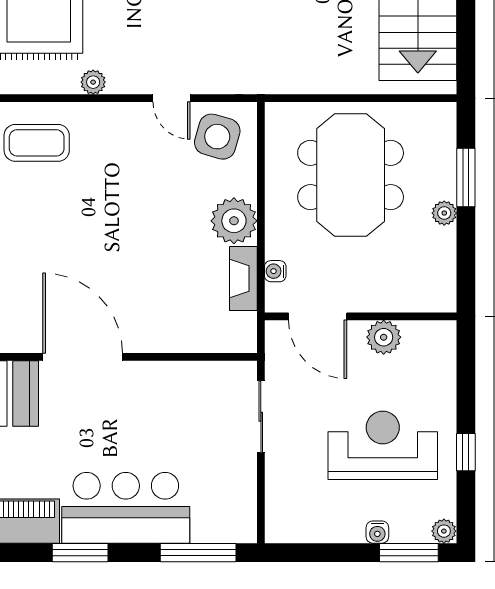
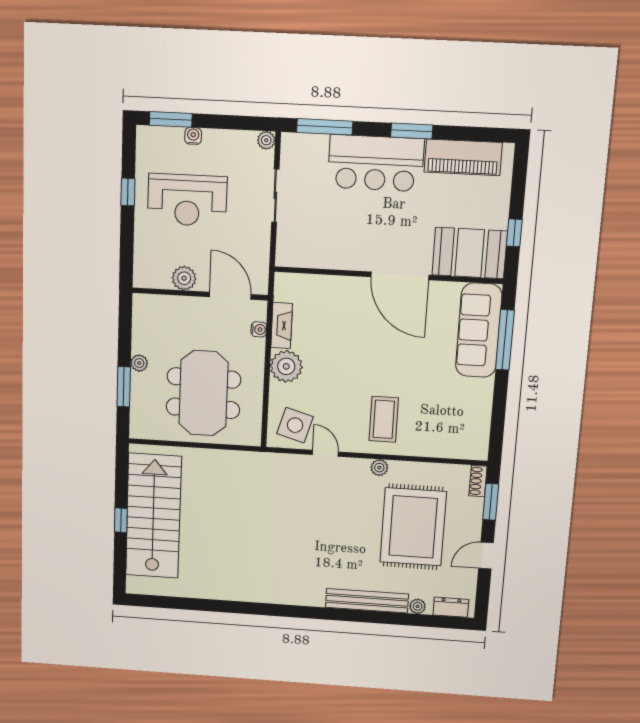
coffee table: (37, 143) -> (384, 419), moved, turned 90
sliding door: (261, 417) -> (275, 196), moved
plant: (444, 531) -> (266, 140), moved

